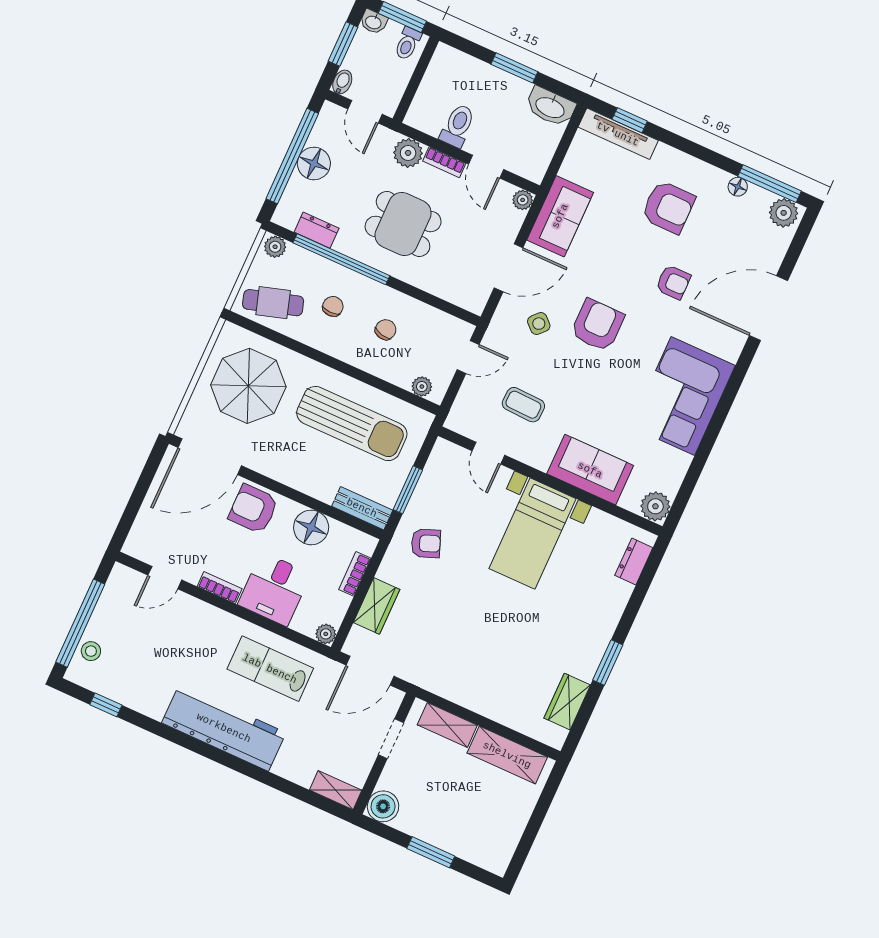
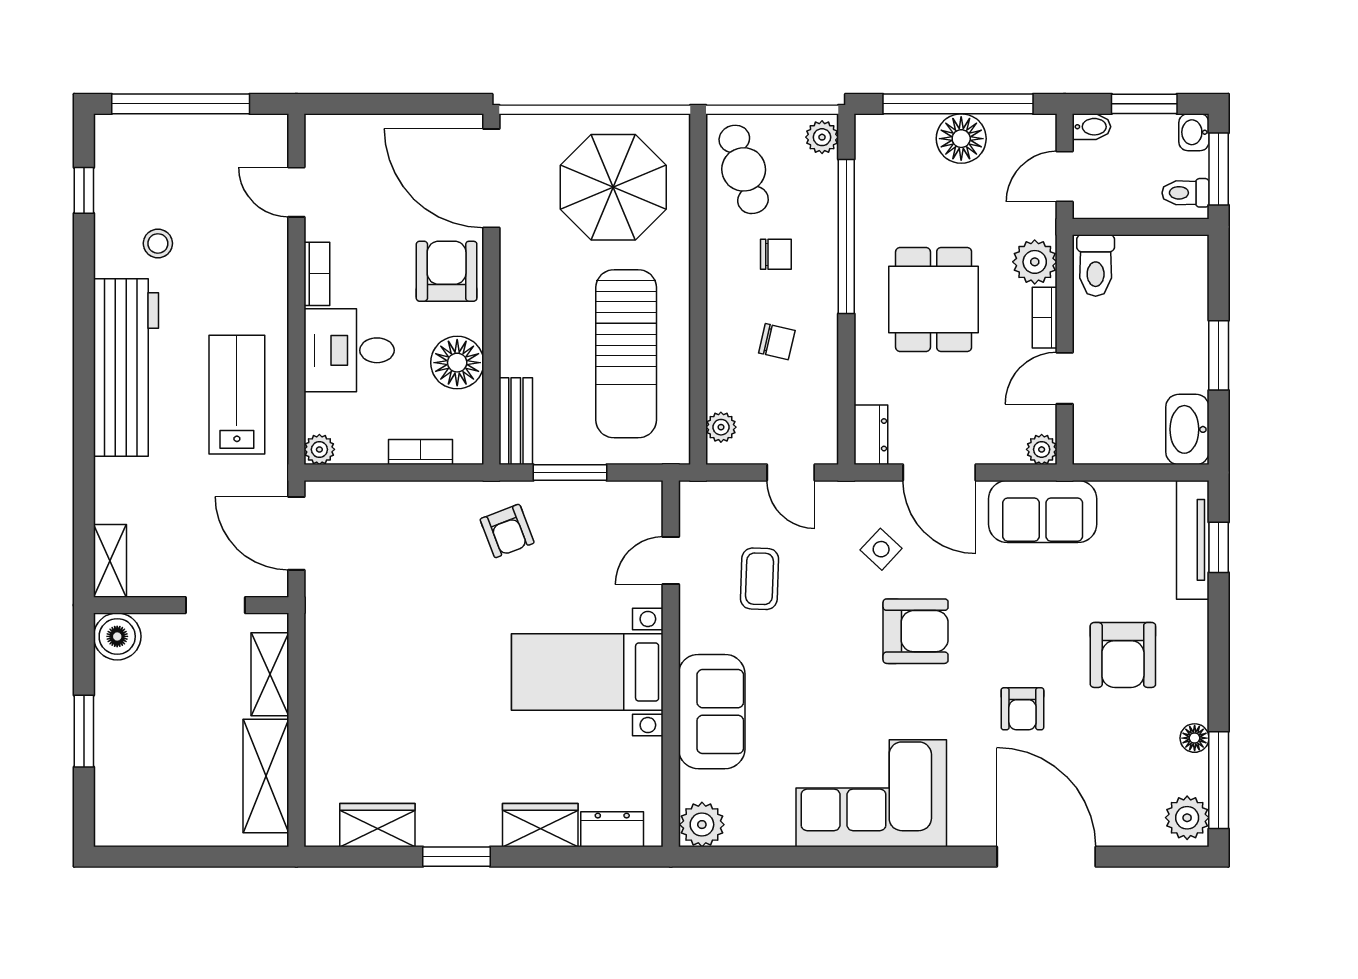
toilet: (458, 126) -> (1096, 265), moved, turned 90
dresser: (317, 230) -> (871, 435), moved
wardrobe: (377, 606) -> (540, 825), moved, turned 180
stool: (91, 651) -> (158, 243), moved

